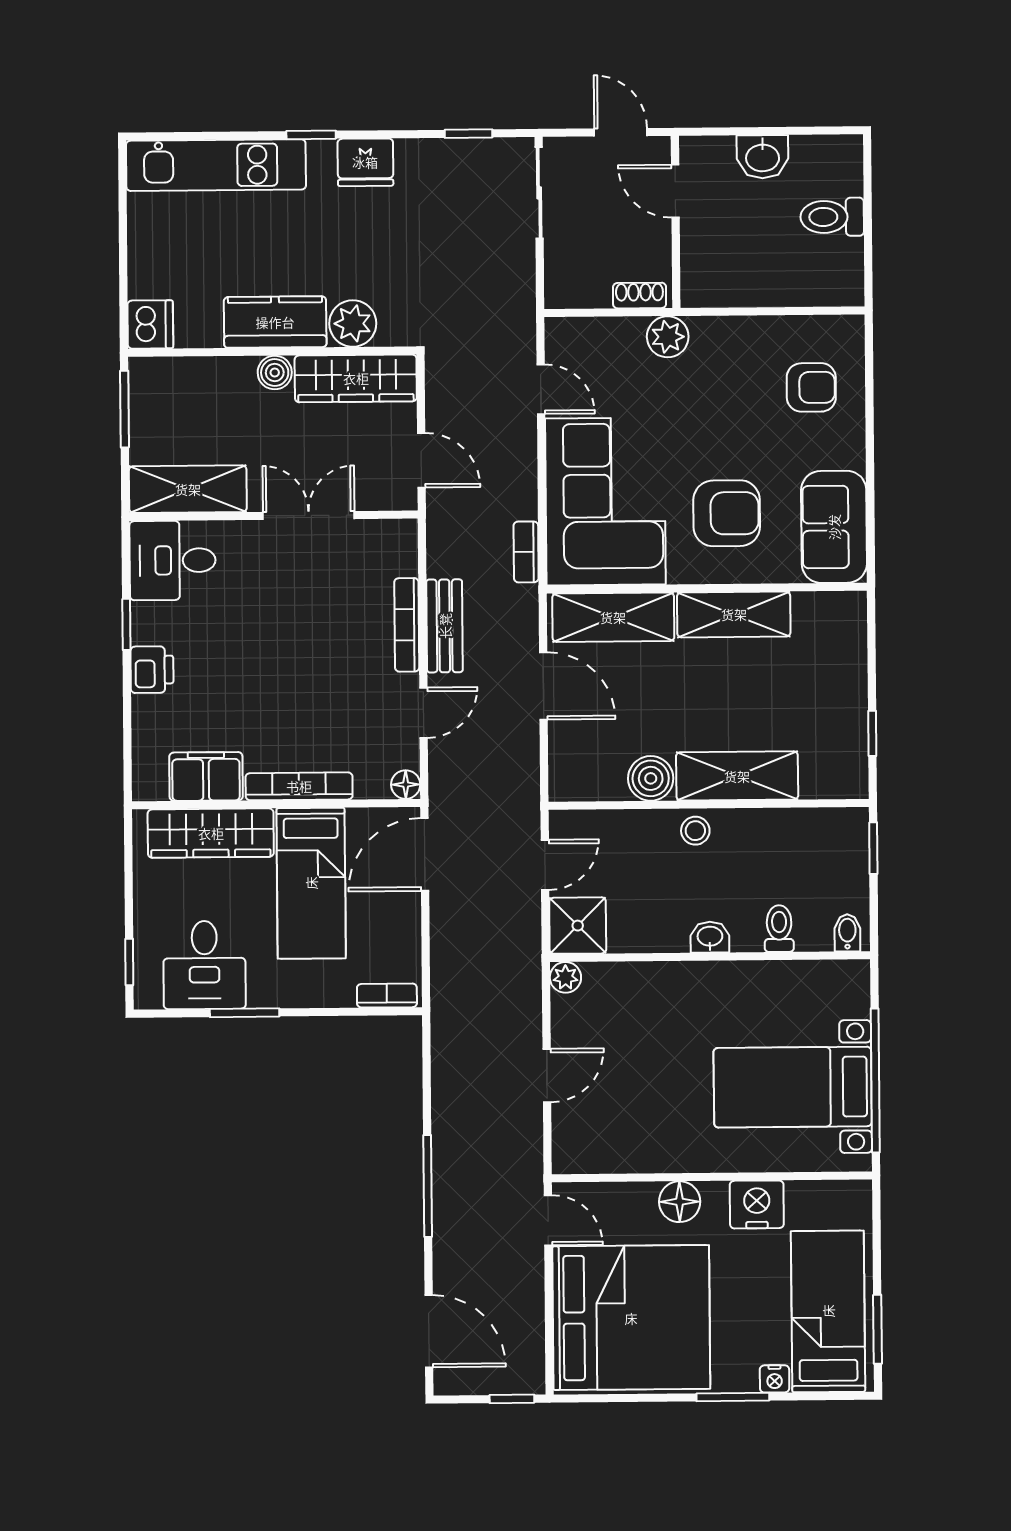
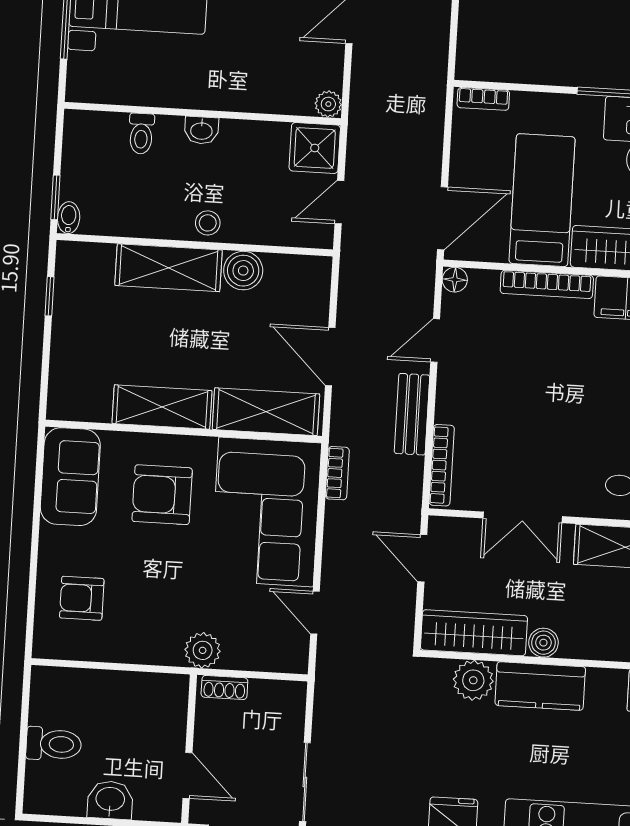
bookcase: (407, 625) -> (442, 465), moved
bidet: (847, 933) -> (69, 218), moved, turned 180

